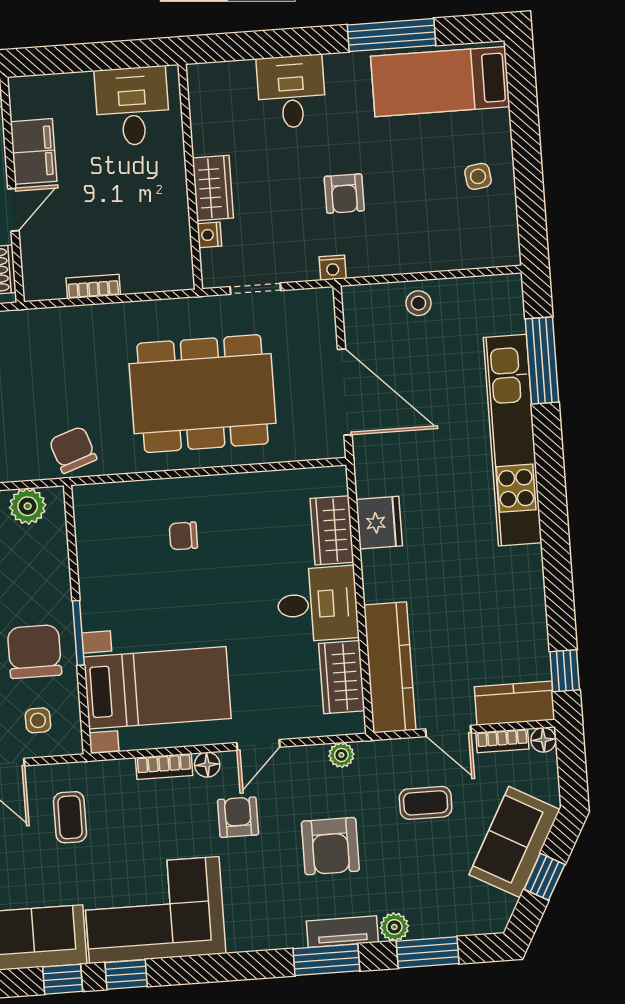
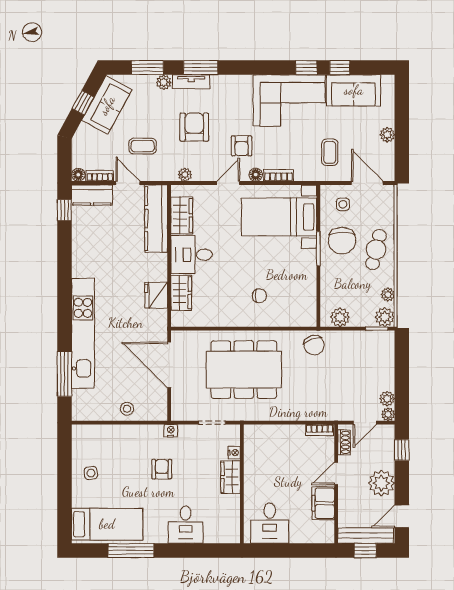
bookcase: (93, 287) -> (320, 430), moved
sofa: (514, 842) -> (107, 105), moved

